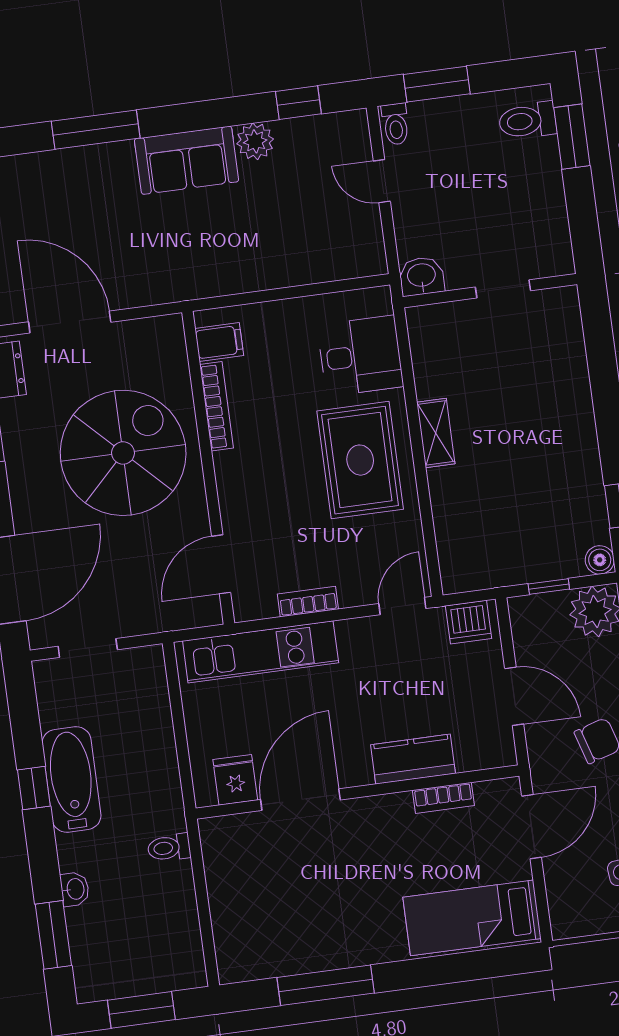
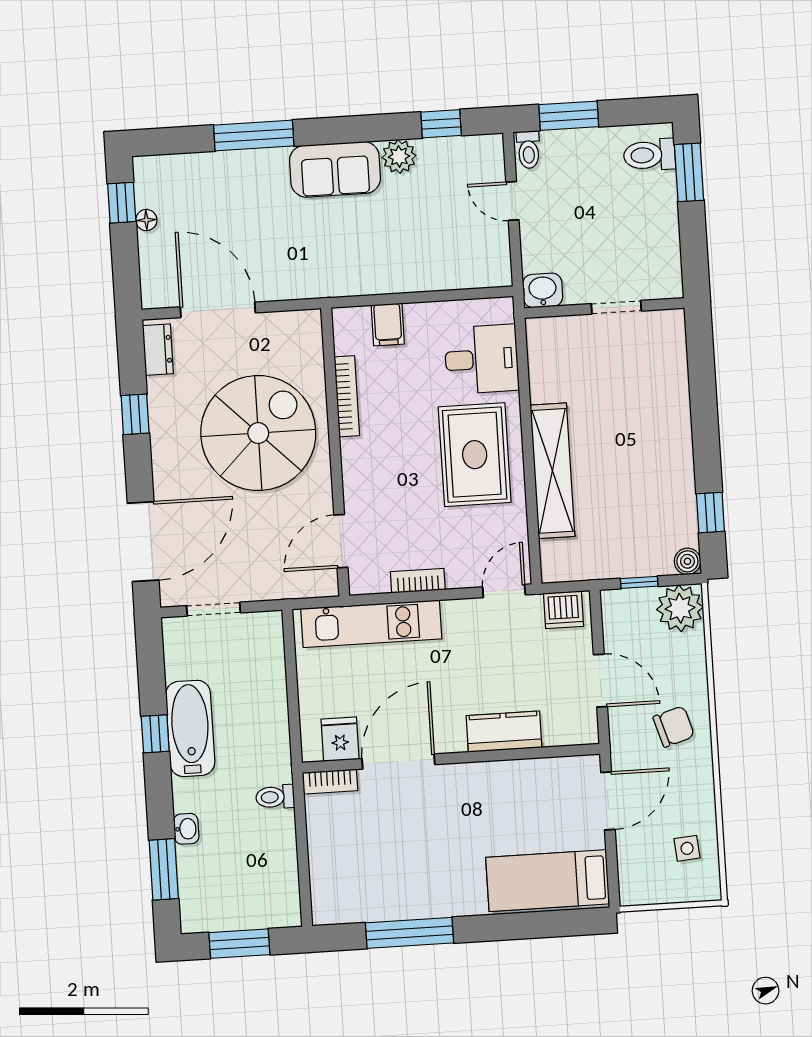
filing cabinet: (219, 342) -> (388, 325), moved, turned 90
shelving: (436, 433) -> (552, 471), width x2.20, depth x1.33
bookcase: (443, 798) -> (330, 782), moved

